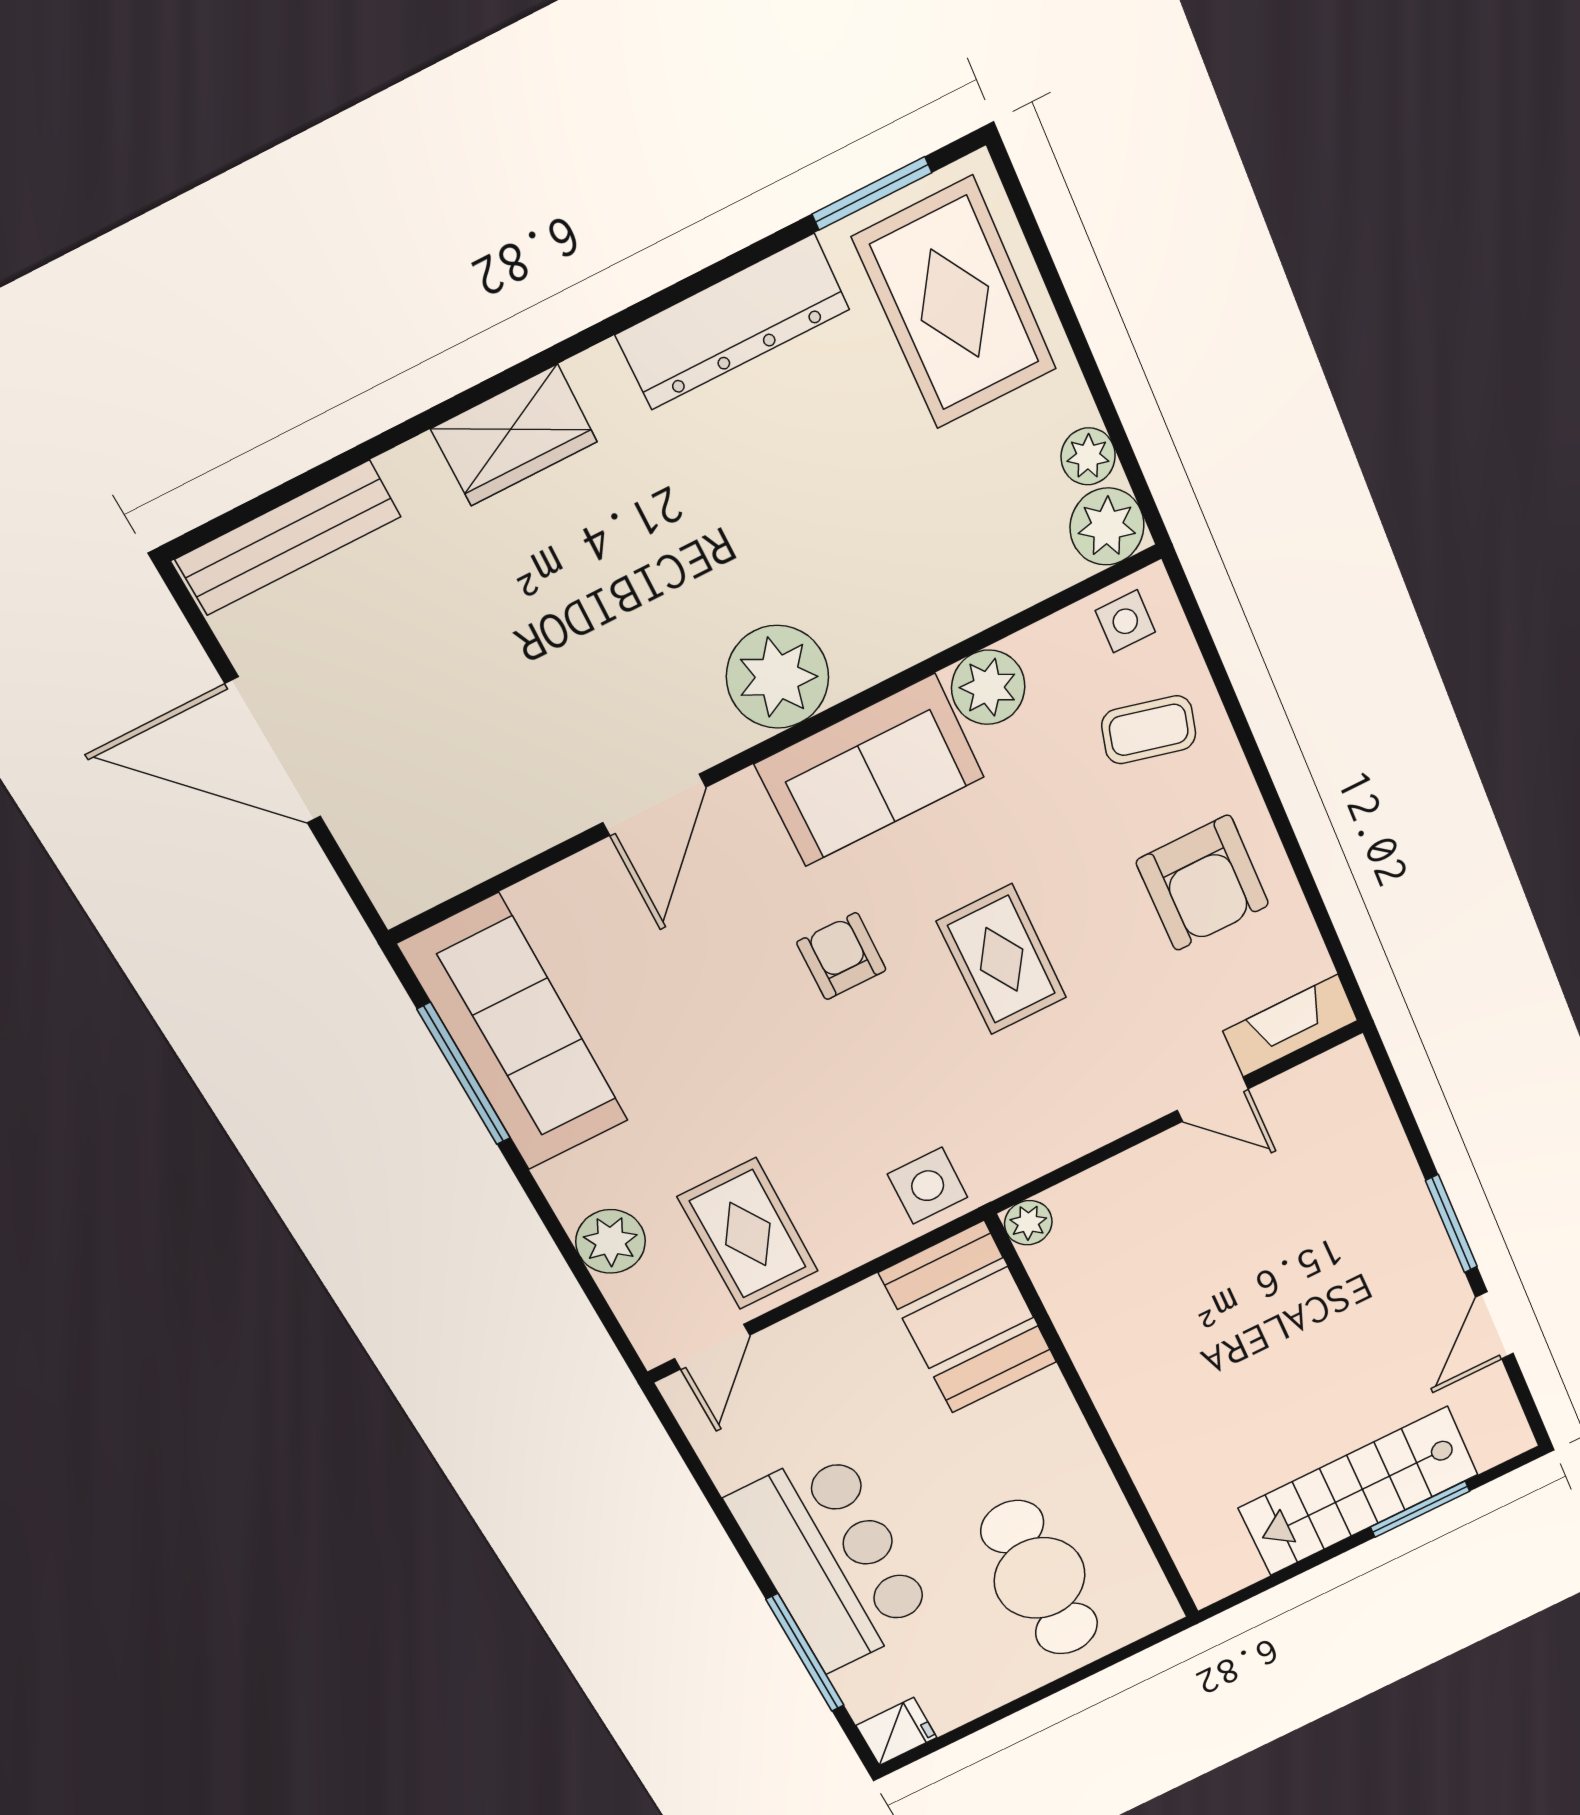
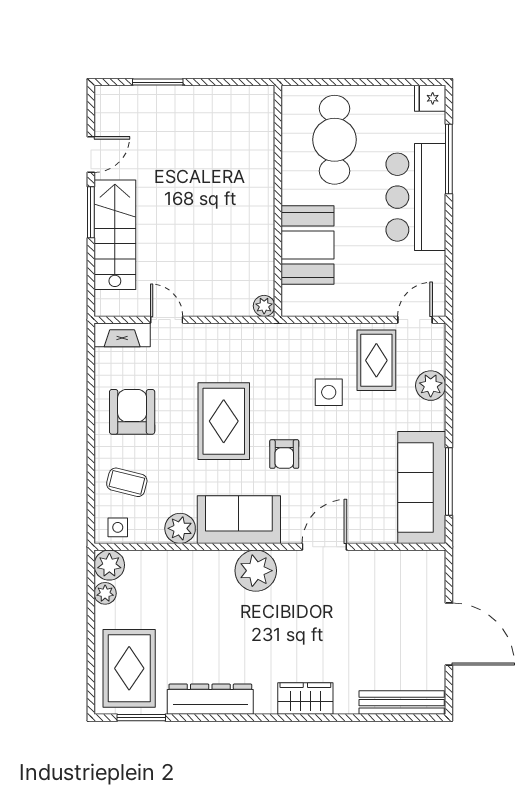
rug: (1002, 960) -> (224, 421), width x1.36, depth x1.43
side table: (928, 1186) -> (329, 392), moved
booth: (968, 1318) -> (308, 245), moved
stairs: (1358, 1491) -> (115, 235), moved, turned -90

